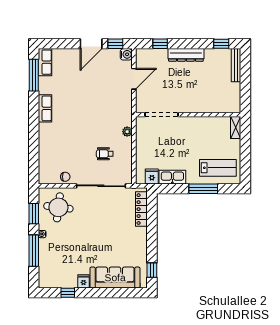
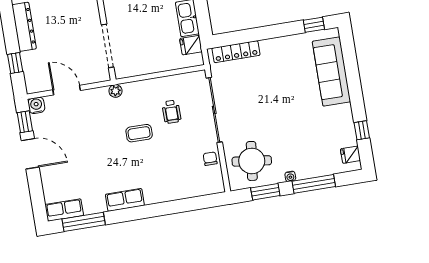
coffee table: (93, 127) -> (139, 133), added
plant: (127, 132) -> (115, 91), moved
fridge: (84, 281) -> (350, 155), moved

